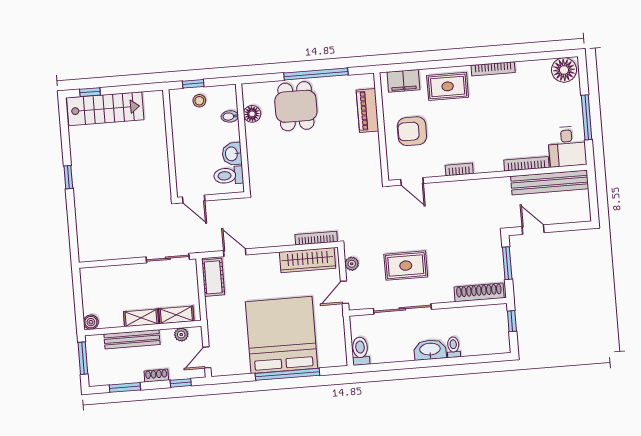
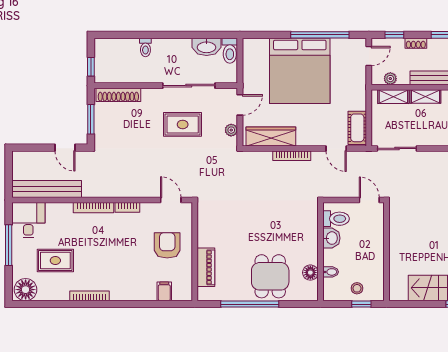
filing cabinet: (403, 81) -> (164, 291), width x0.50
rug: (448, 86) -> (55, 261), moved
armchair: (412, 131) -> (167, 245), turned -90
bookcase: (526, 164) -> (94, 208), moved
bookcase: (316, 238) -> (292, 156), moved
washbasin: (430, 350) -> (207, 47), moved
window: (287, 374) -> (320, 35), moved

